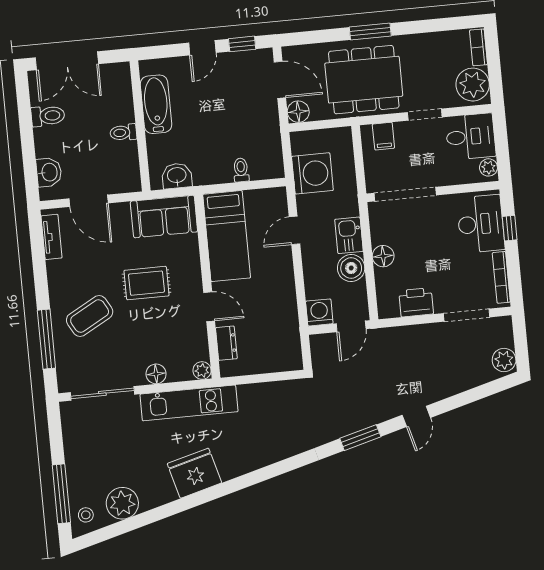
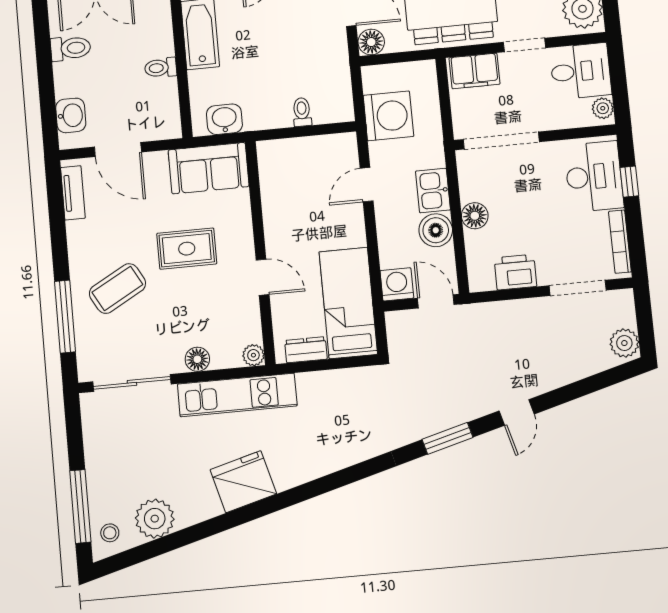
filing cabinet: (383, 136) -> (474, 71), width x2.00
bed: (227, 236) -> (348, 303), moved, turned 180
door: (351, 326) -> (436, 301), swing flipped
dresser: (226, 343) -> (306, 350), moved, turned -90

